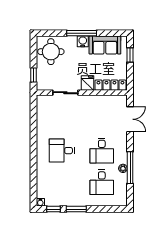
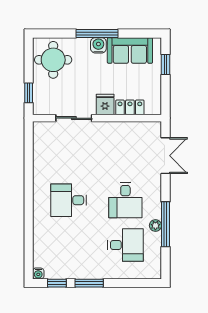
locker: (110, 85) -> (130, 107), width x0.66
desk: (102, 182) -> (125, 245), turned -90

